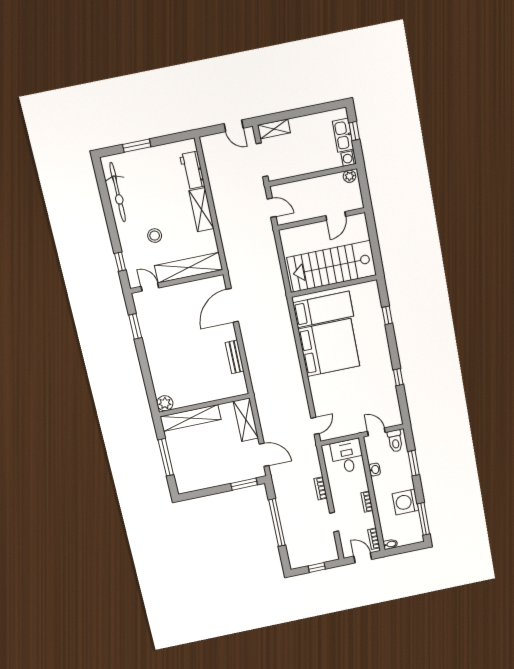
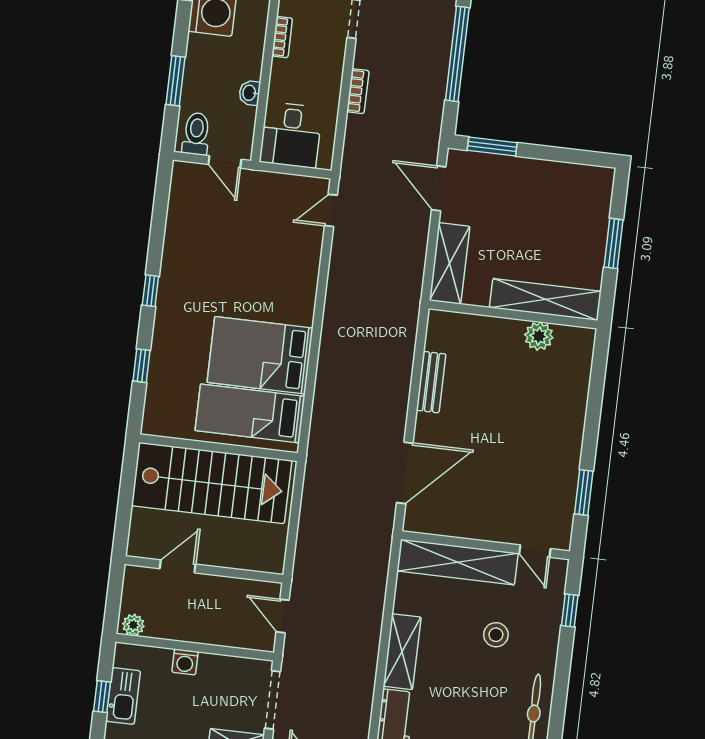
washing machine: (349, 158) -> (185, 662), moved, turned 90
bed: (329, 347) -> (260, 355), width x0.73
window: (398, 377) -> (150, 291), moved
plant: (165, 403) -> (539, 336), moved
window: (166, 457) -> (614, 243), width x0.69

